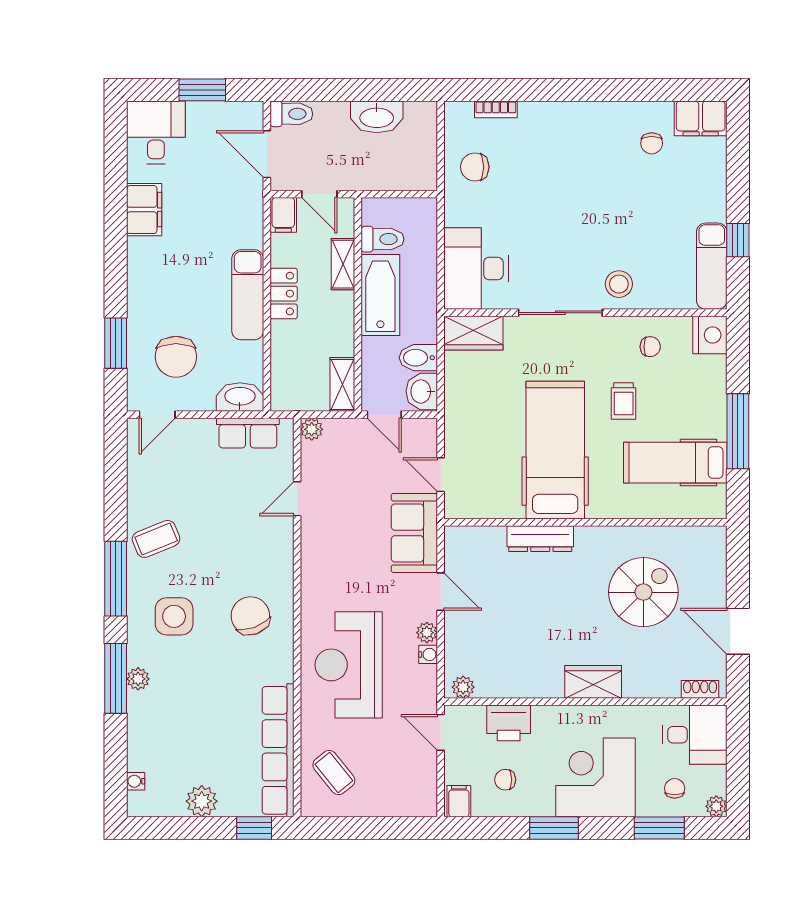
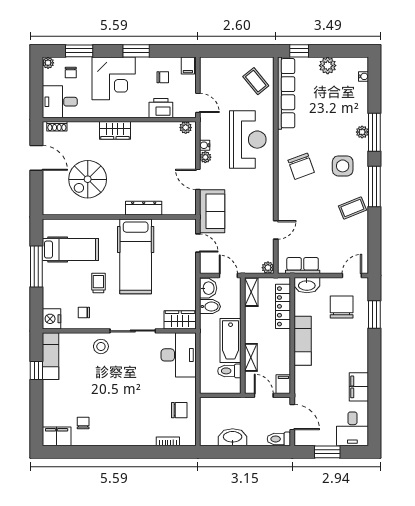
locker: (284, 294) -> (283, 306), moved, width x1.53

